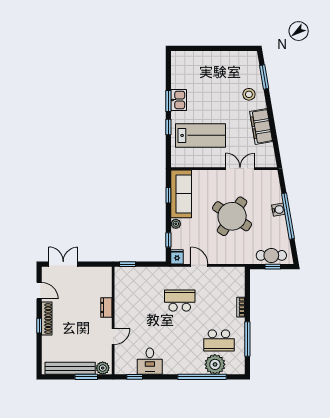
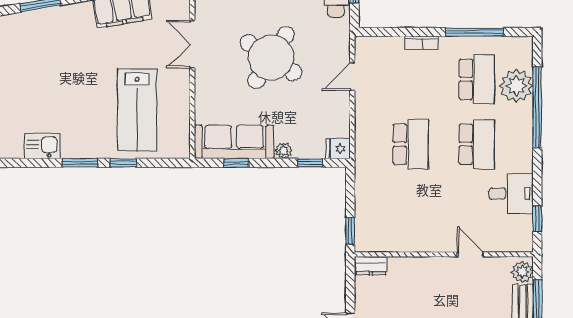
stool: (249, 94) -> (69, 30), removed
kitchen sink: (179, 100) -> (42, 146), moved
lab bench: (200, 135) -> (137, 110), turned 180
door: (199, 265) -> (352, 77), moved
school desk: (180, 301) -> (411, 144), turned 180
dresser: (106, 307) -> (371, 266), moved
school desk: (180, 340) -> (477, 144), added

